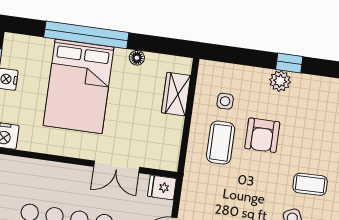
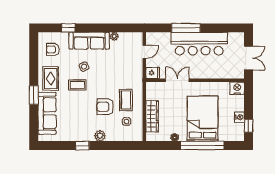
window: (289, 63) -> (83, 146), moved
wardrobe: (176, 94) -> (152, 116), width x1.50
armchair: (262, 135) -> (105, 107), turned -90

